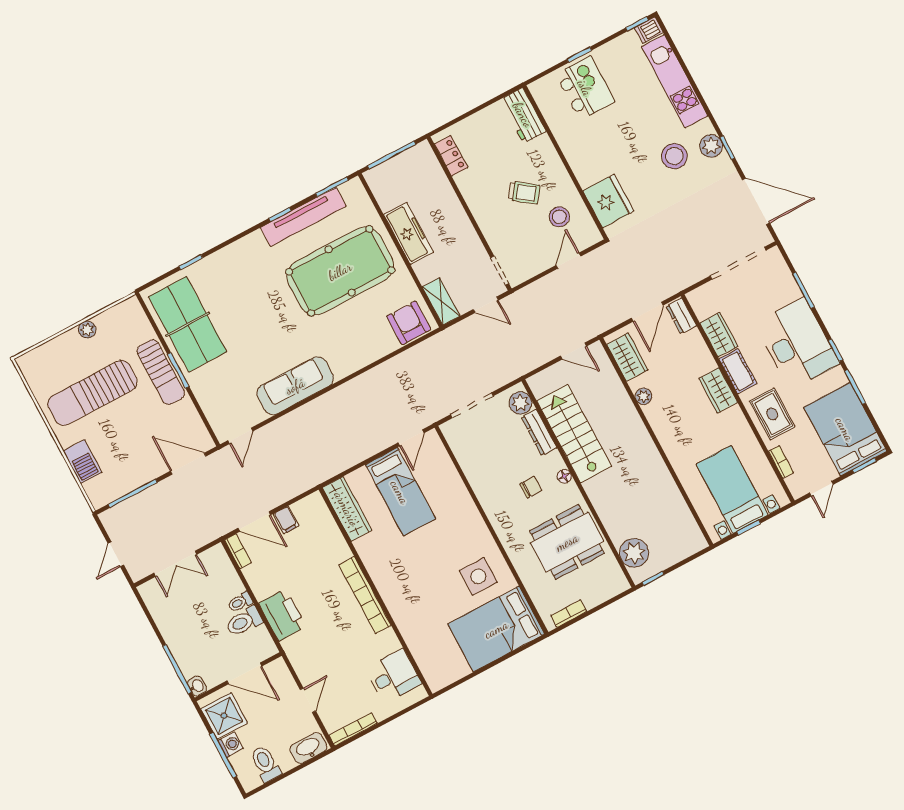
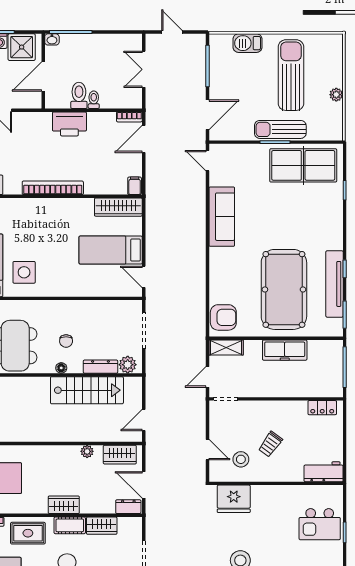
filing cabinet: (286, 520) -> (135, 186), moved, turned 90

